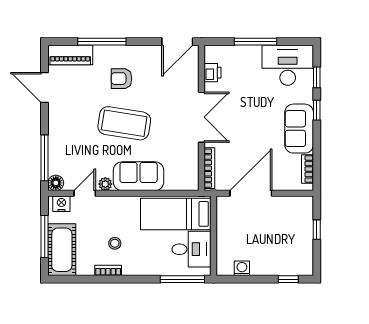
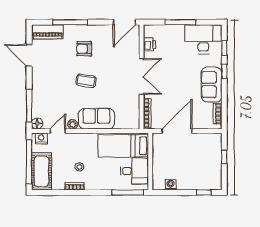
coffee table: (124, 123) -> (86, 81), width x0.54, depth x0.58
window: (45, 236) -> (29, 162), width x1.46

